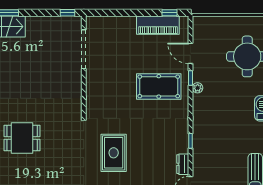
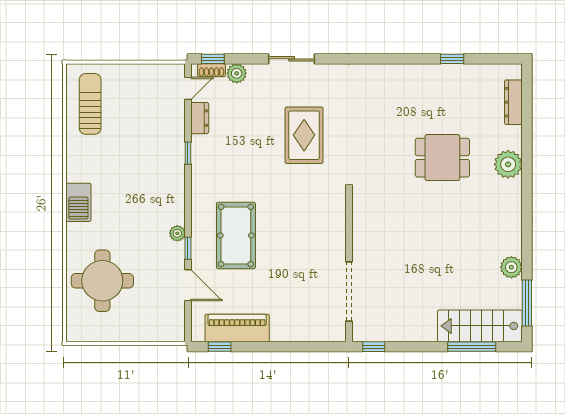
pool table: (159, 86) -> (236, 235), turned 90

